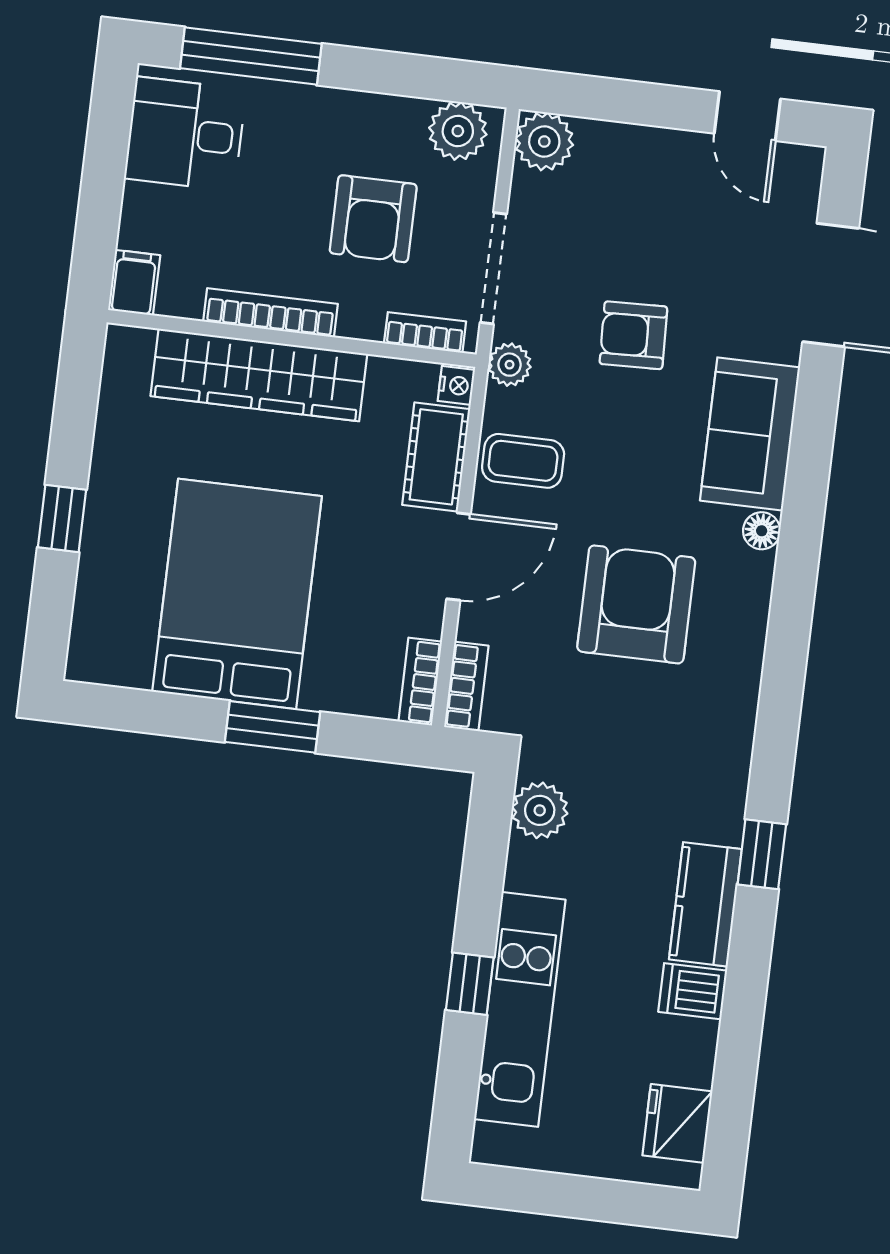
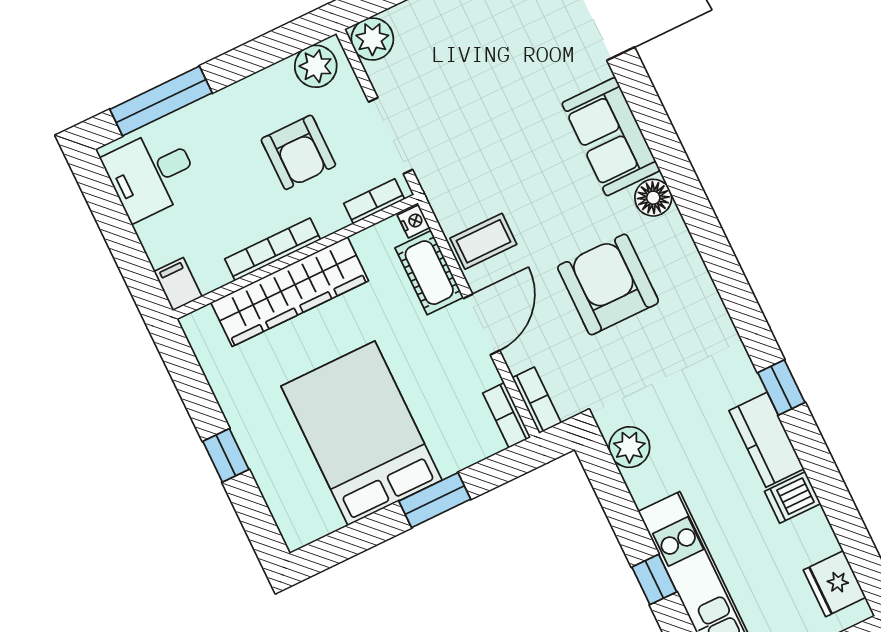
armchair: (633, 335) -> (502, 122), removed
plant: (510, 365) -> (438, 188), removed
floor lamp: (762, 531) -> (653, 198), width x1.37, depth x1.37

